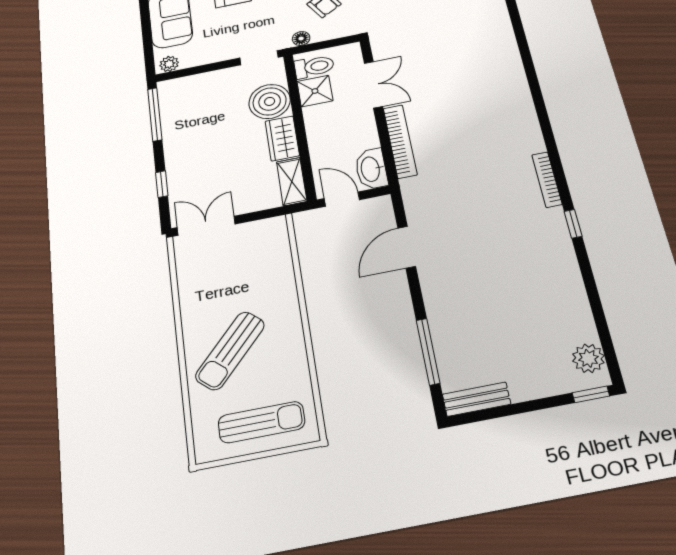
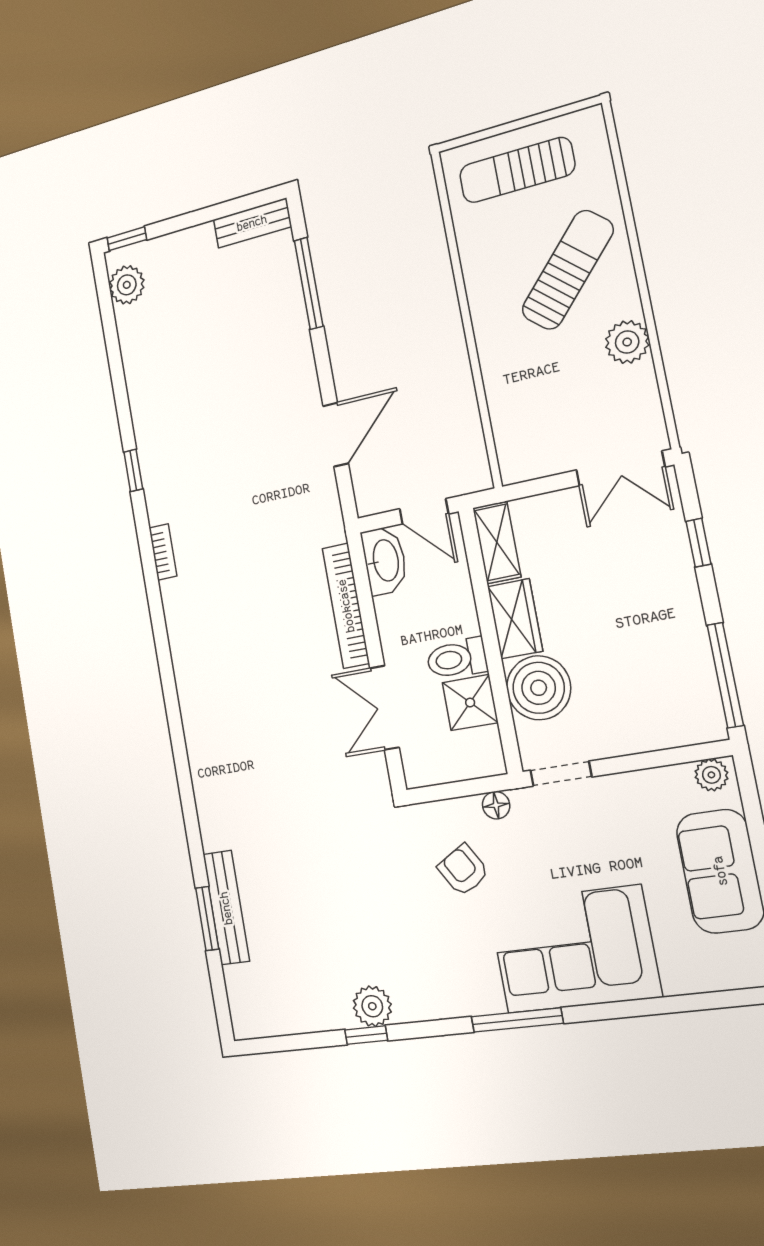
toilet: (314, 67) -> (457, 659), moved
bookcase: (547, 180) -> (163, 552), width x0.64
plant: (194, 302) -> (627, 342), added

